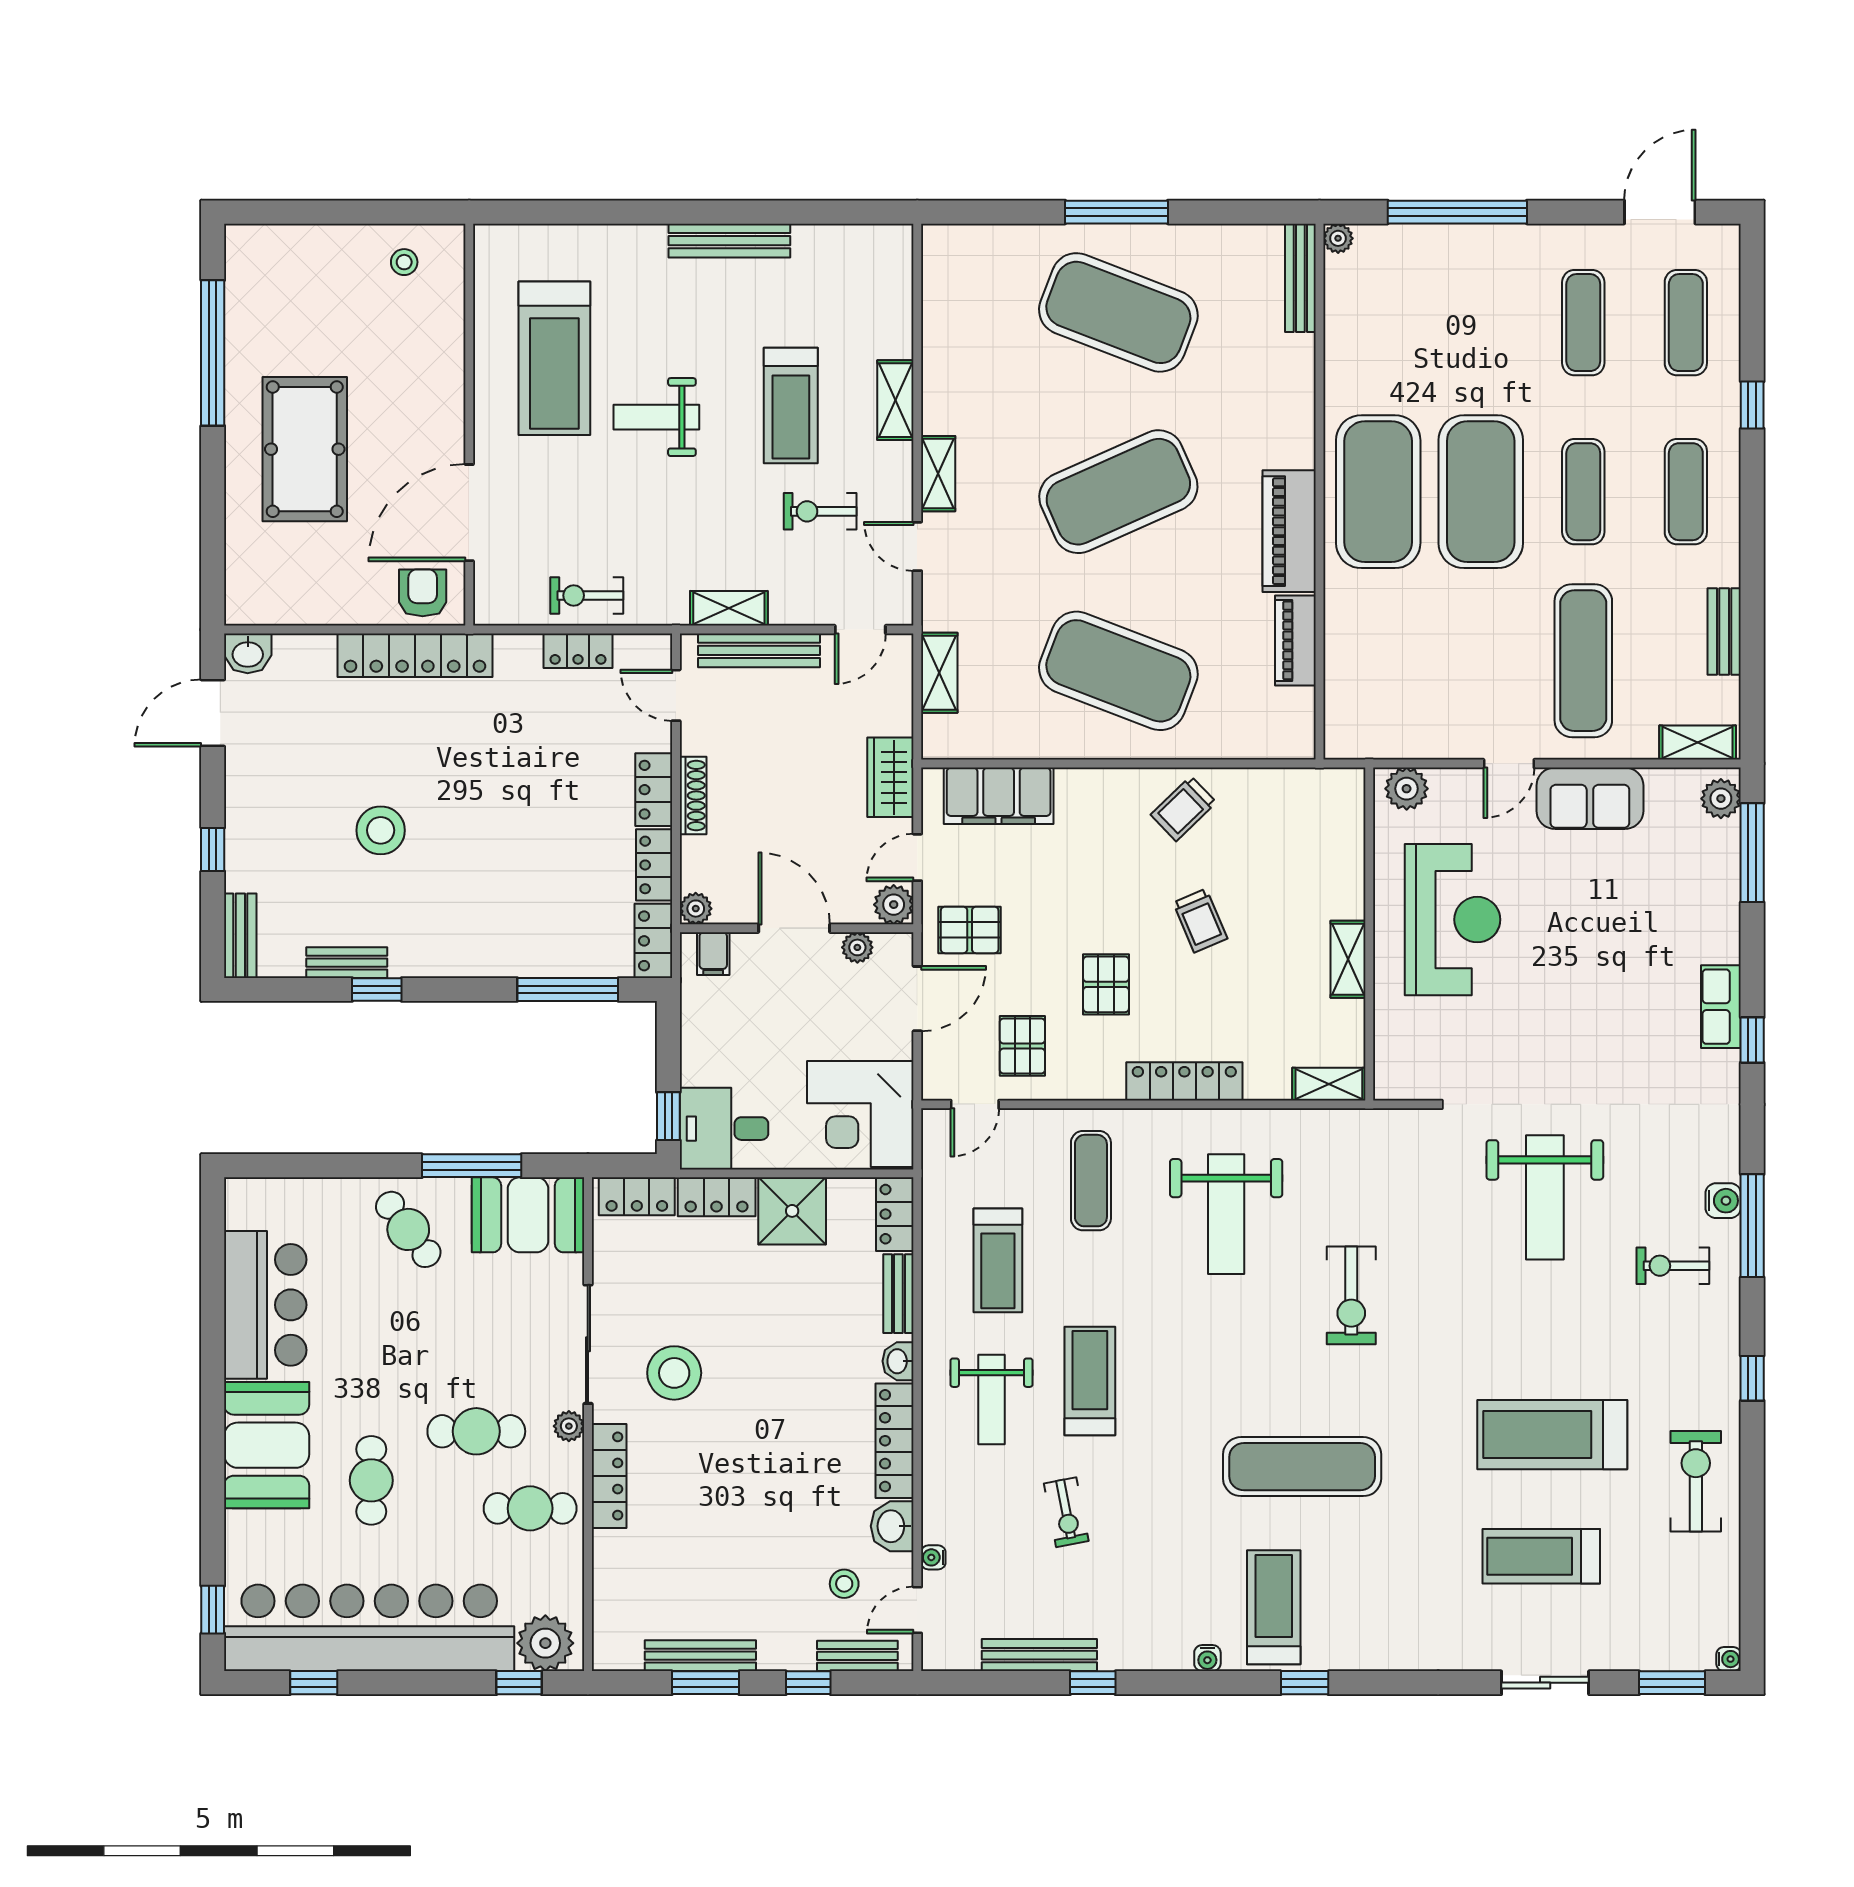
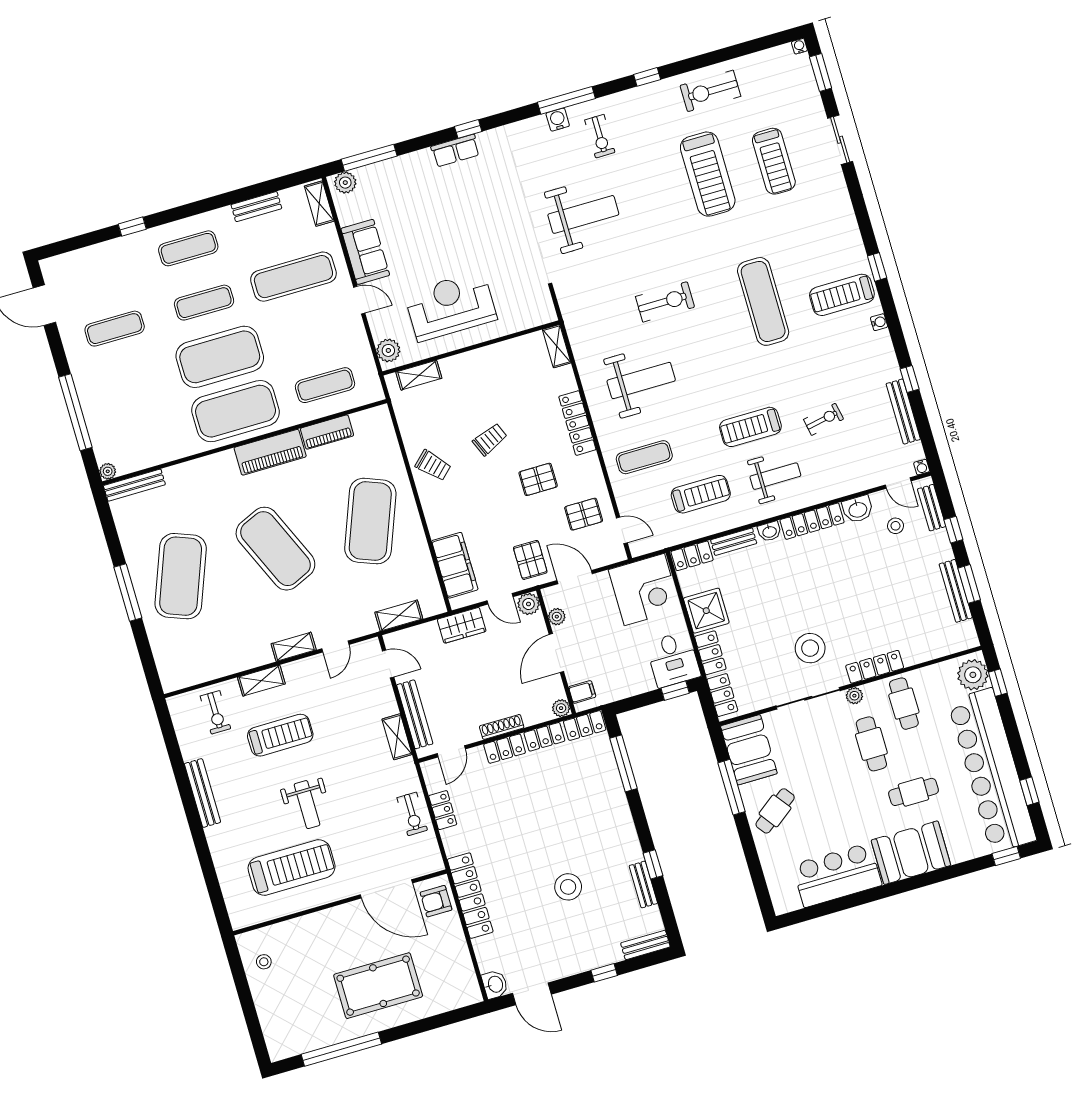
exercise mat: (1686, 323) -> (325, 385), moved
exercise bike: (820, 511) -> (215, 712), moved
shelving: (1348, 959) -> (419, 375), moved
water cooler: (933, 1557) -> (922, 467), moved

